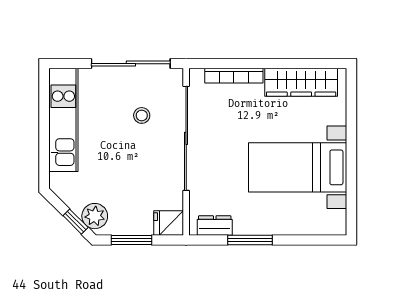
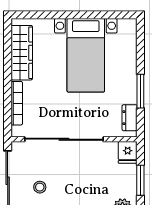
stool: (142, 115) -> (40, 187), moved

